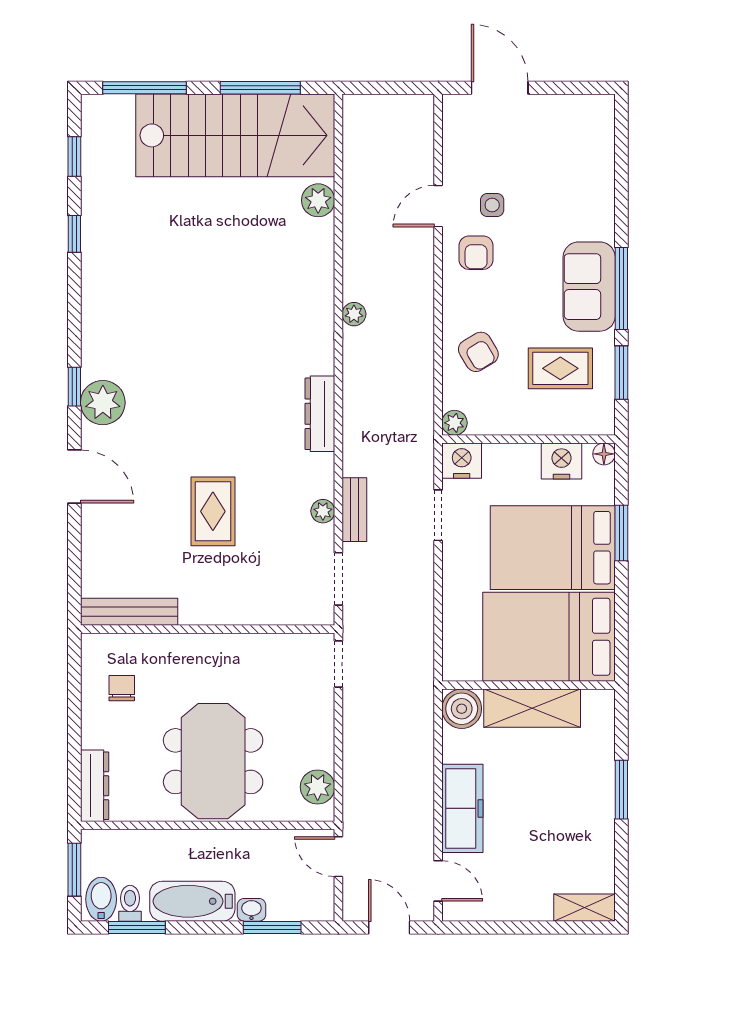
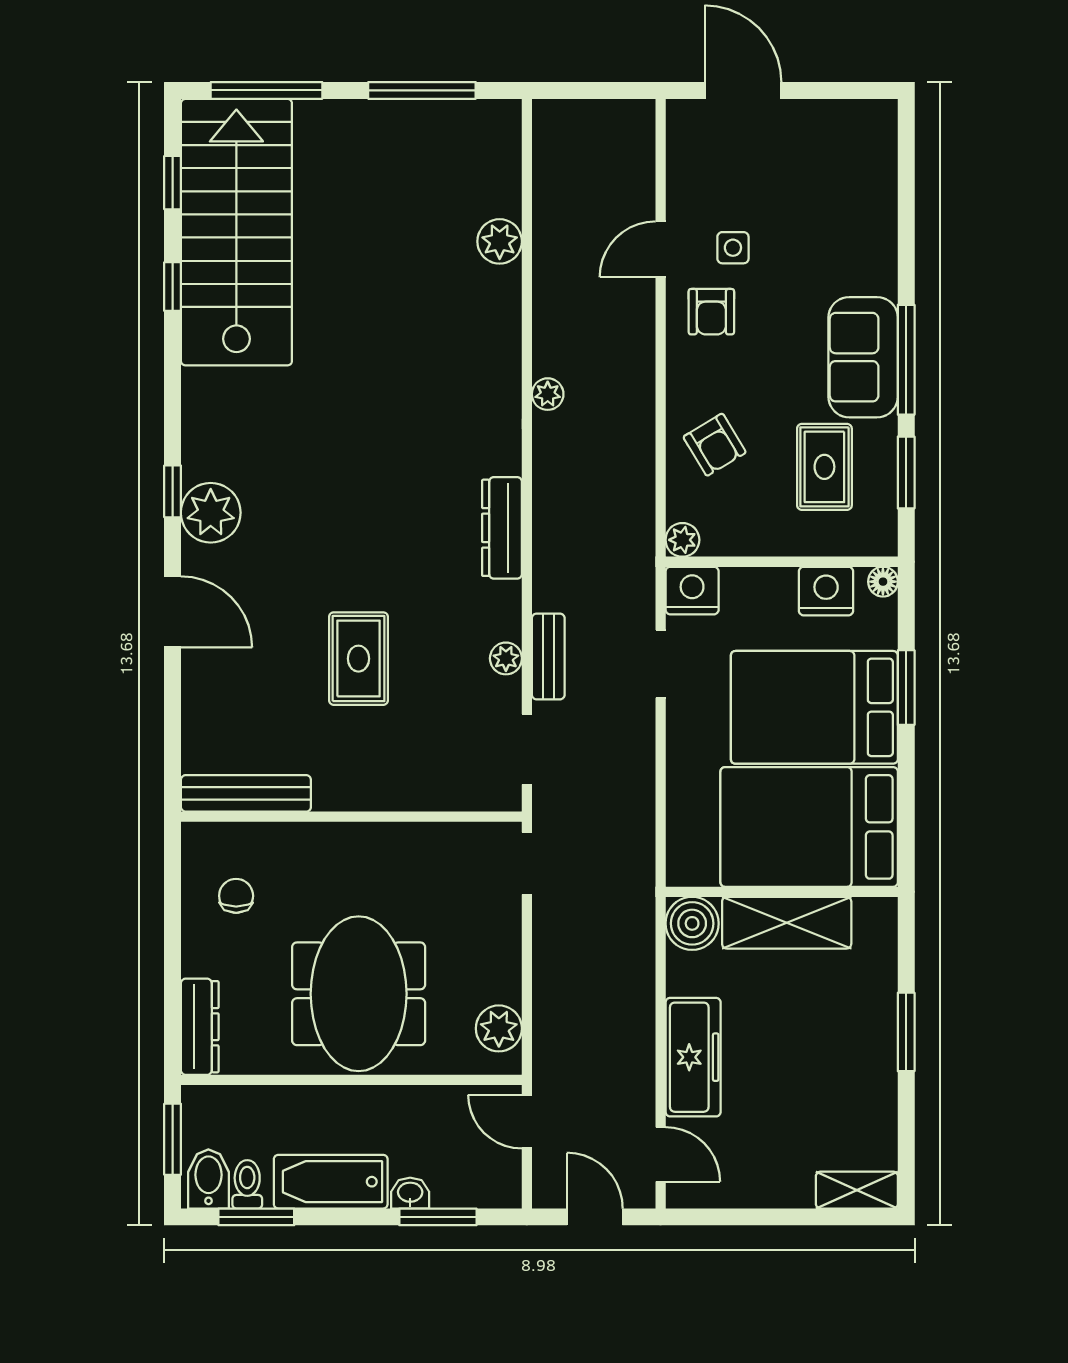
stairs: (235, 135) -> (236, 232), moved, turned -90
rug: (560, 368) -> (824, 467), turned 90

